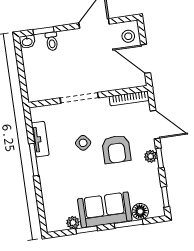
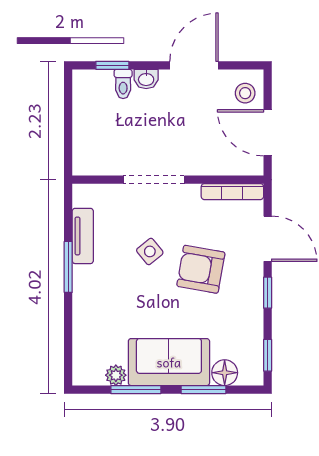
washbasin: (27, 42) -> (146, 79), moved
armchair: (116, 149) -> (201, 269), turned 100
plant: (151, 156) -> (253, 288), removed
window: (87, 230) -> (136, 390), width x1.50

